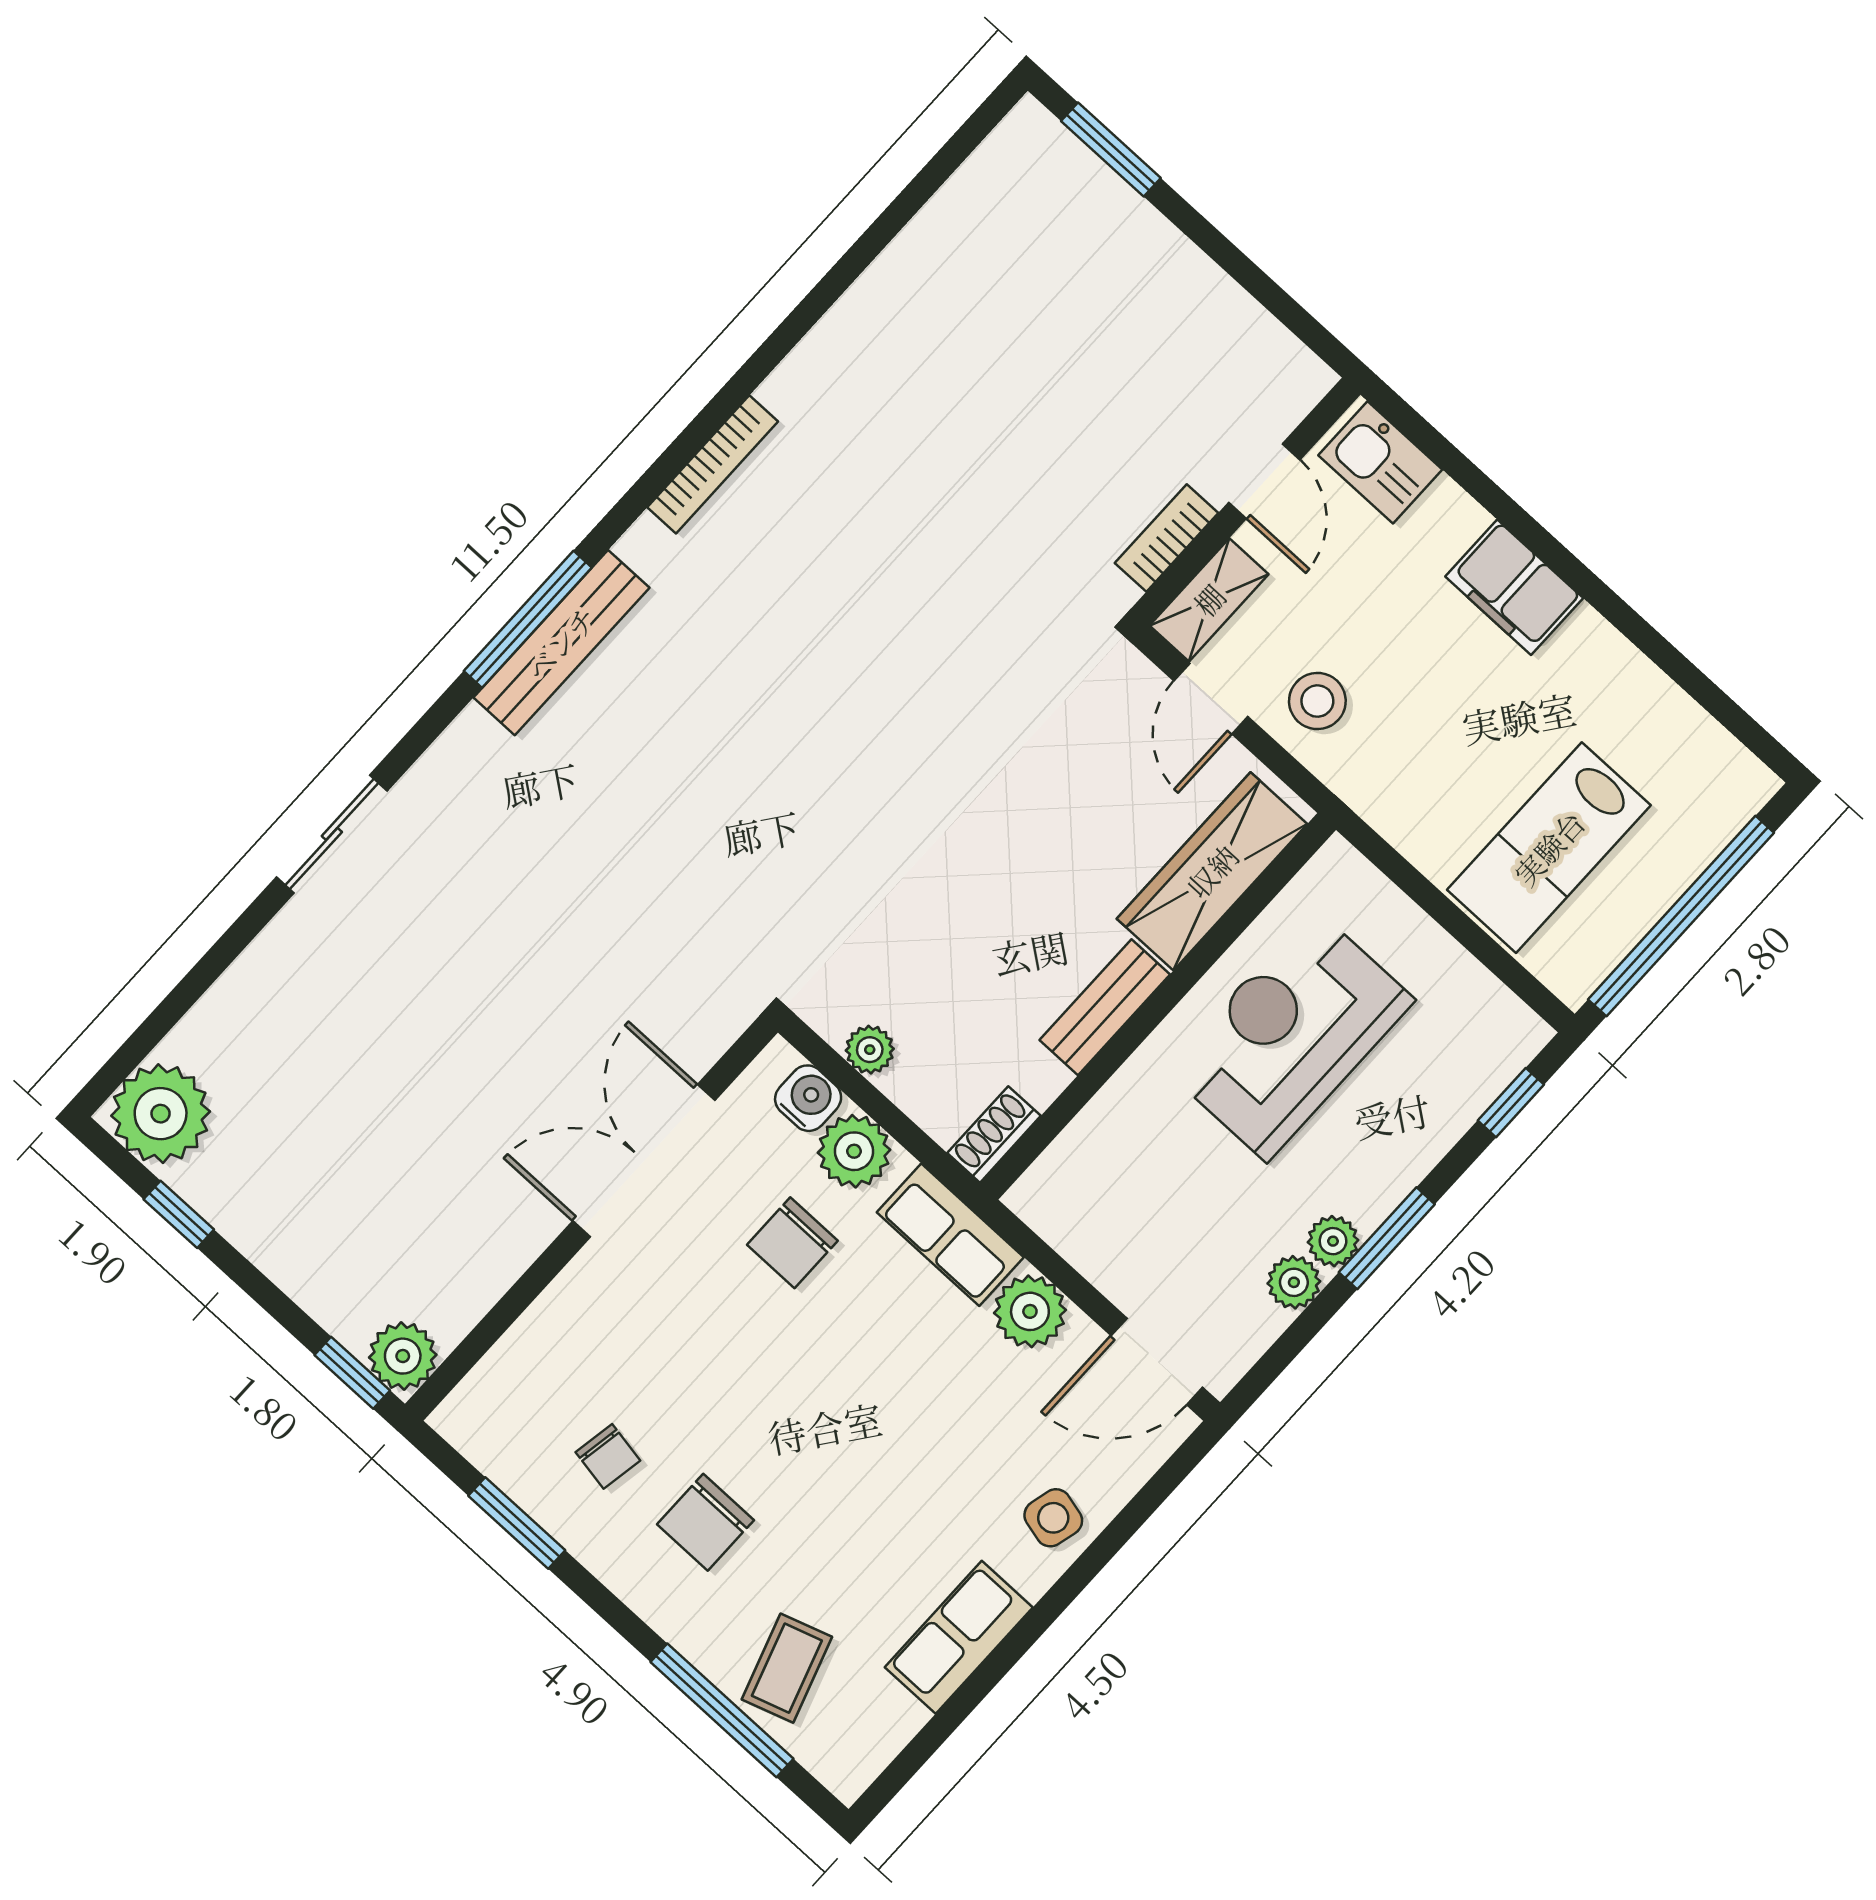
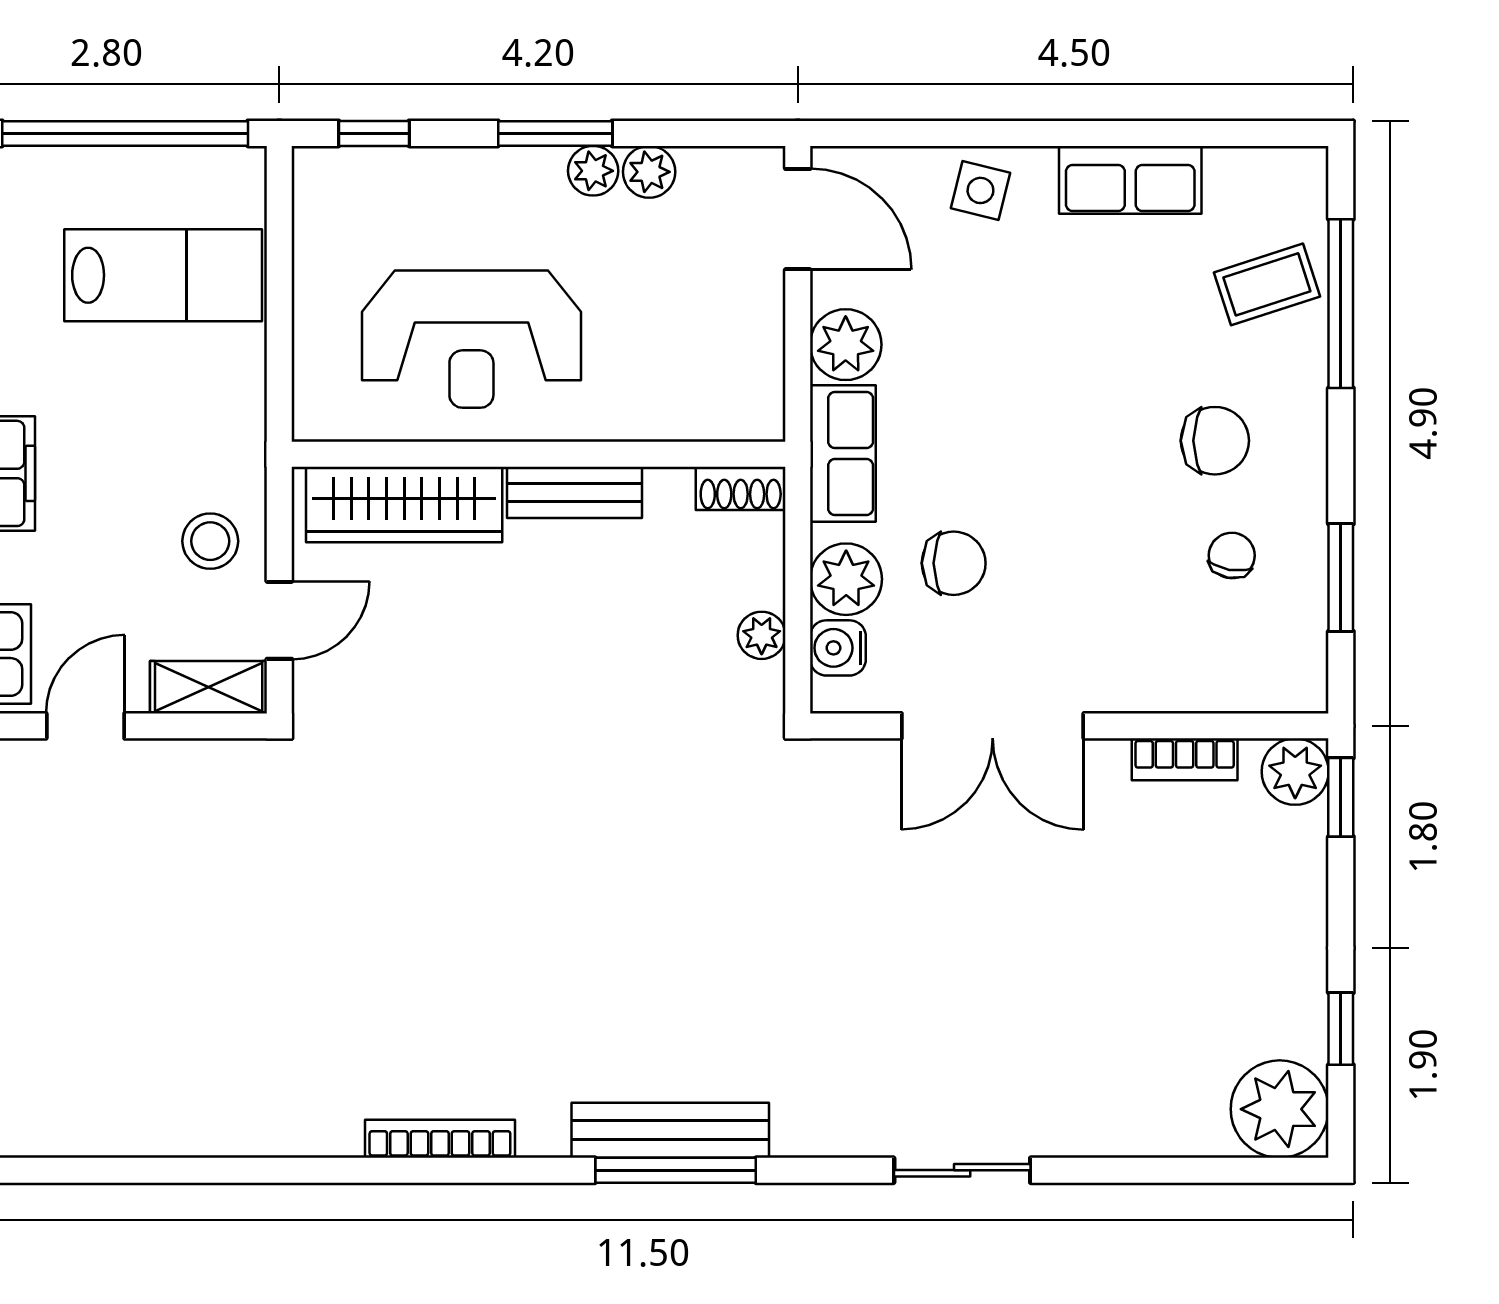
bookcase: (1167, 538) -> (1185, 759), moved

